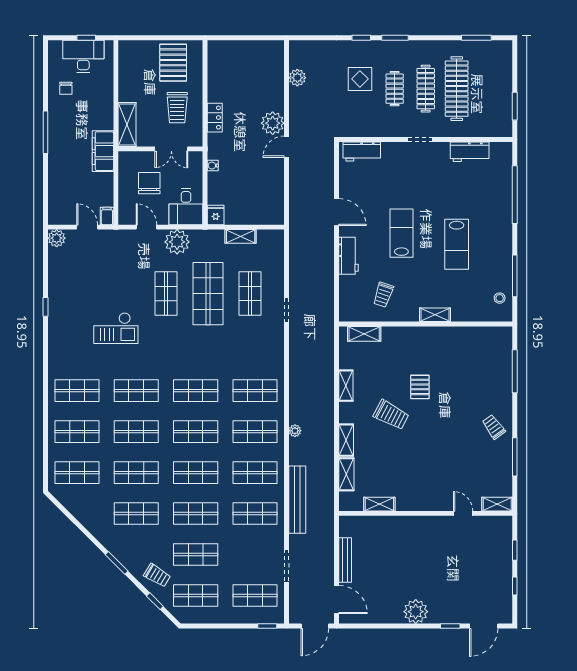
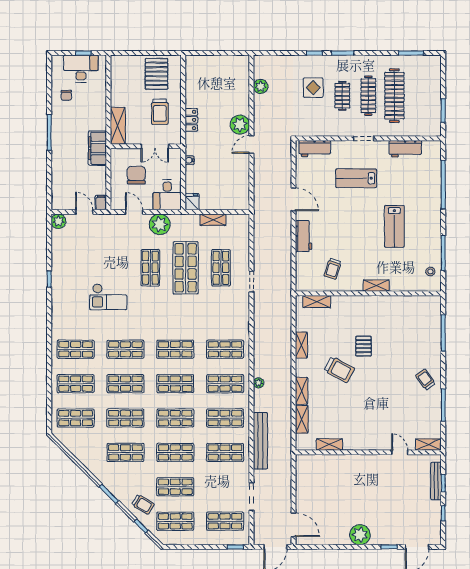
lab bench: (401, 233) -> (356, 178), moved, turned -90
bench: (345, 560) -> (436, 481), moved

